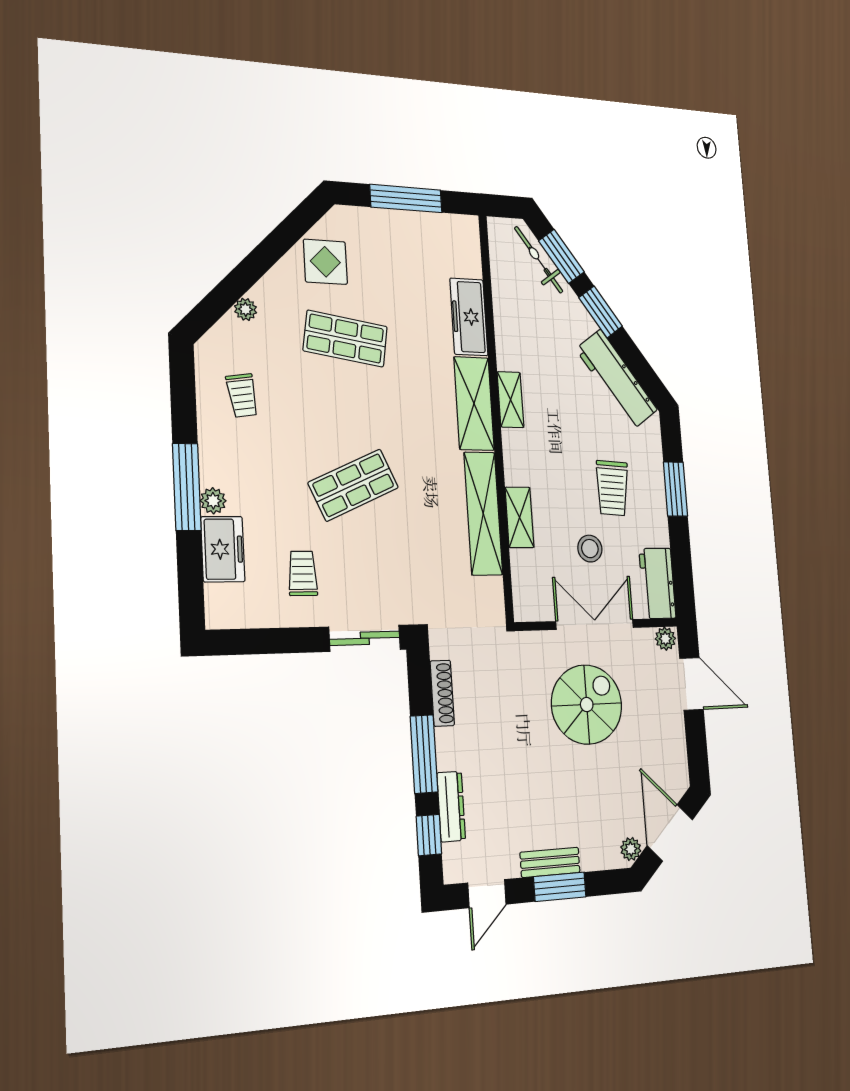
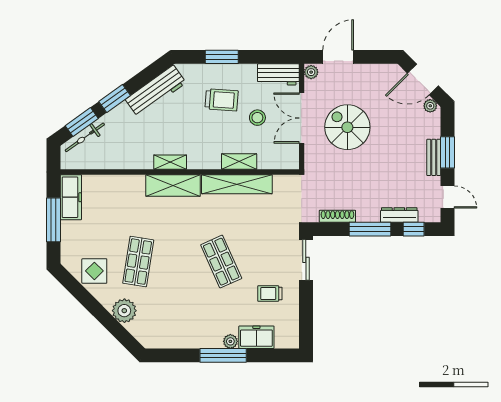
plant: (246, 309) -> (124, 311), width x1.87, depth x1.87
freezer: (469, 317) -> (71, 197), moved, turned -90
trolley: (242, 395) -> (172, 323), removed

